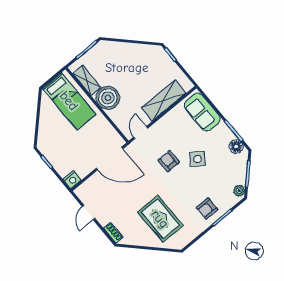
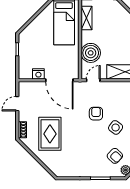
boiler: (108, 98) -> (91, 53), moved
nightstand: (72, 180) -> (38, 74), moved
armchair: (207, 209) -> (115, 156), moved, turned -137
rug: (160, 219) -> (50, 134), moved

